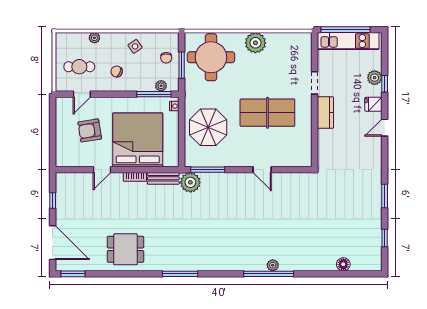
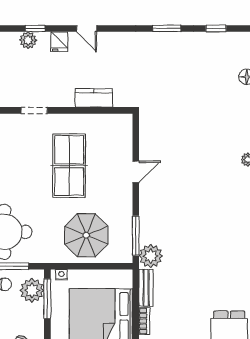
plant: (161, 86) -> (32, 290), width x1.88, depth x1.88
kitchen counter: (325, 113) -> (94, 98), moved

